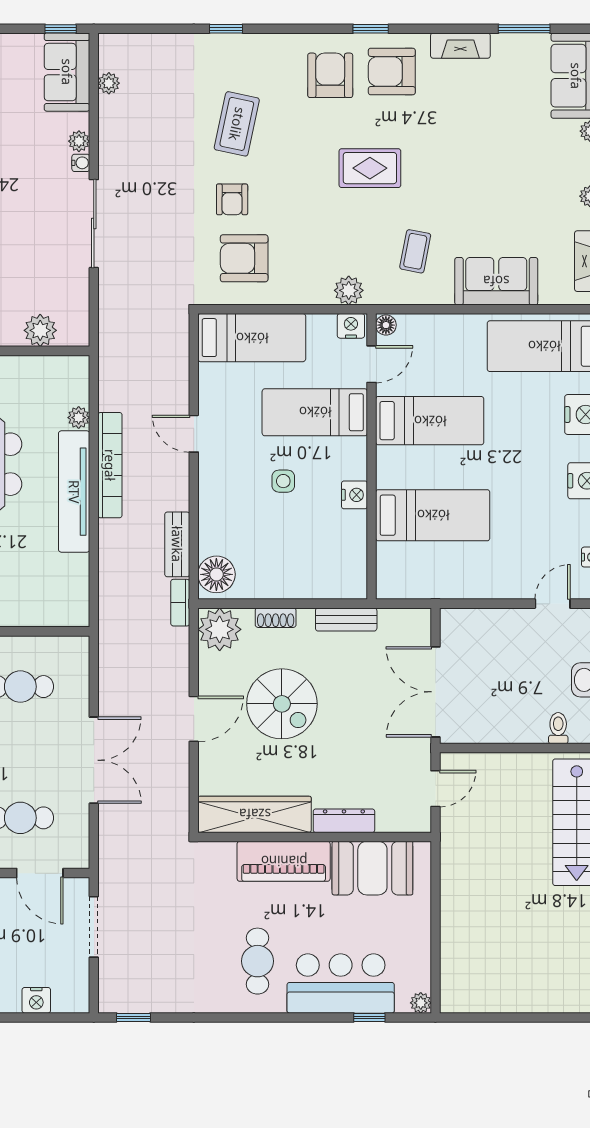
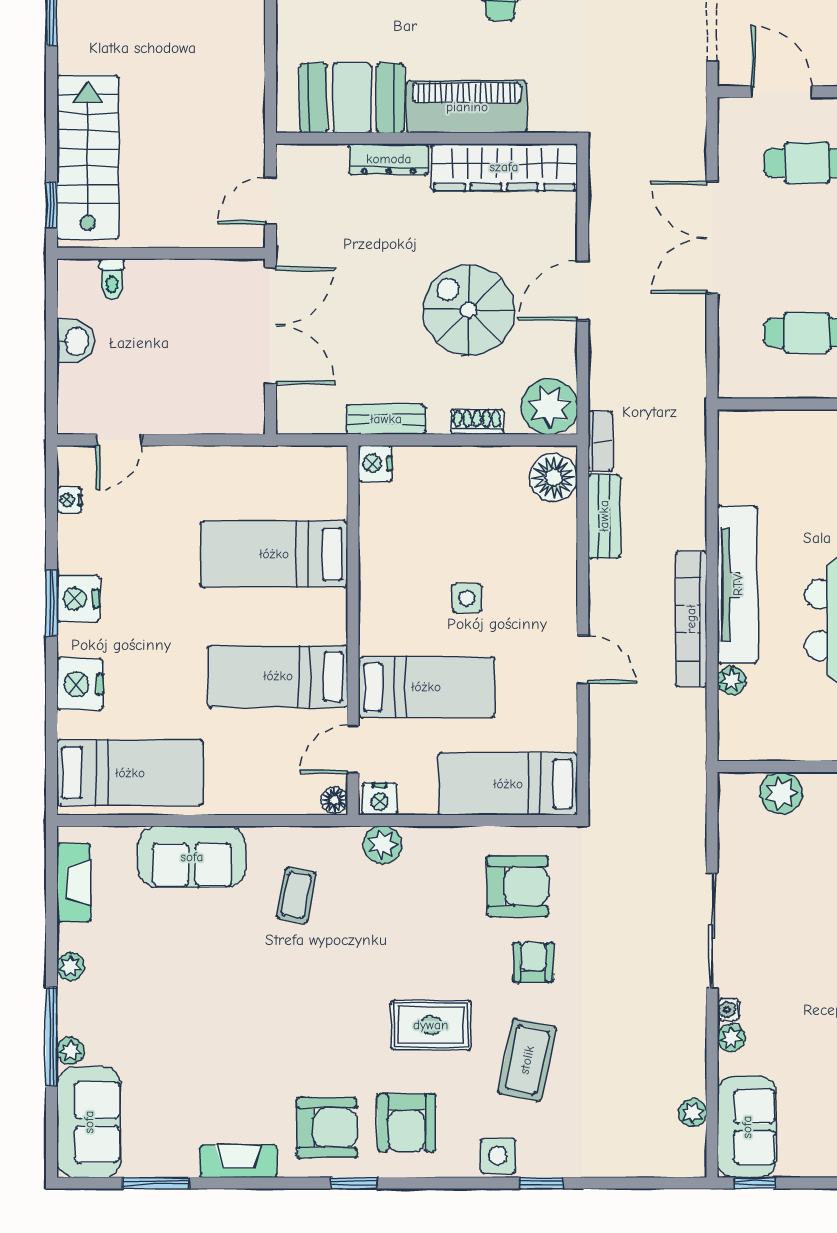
side table: (259, 50) -> (498, 1156), added
rug: (370, 168) -> (431, 1025), moved
nightstand: (354, 495) -> (375, 463), moved

